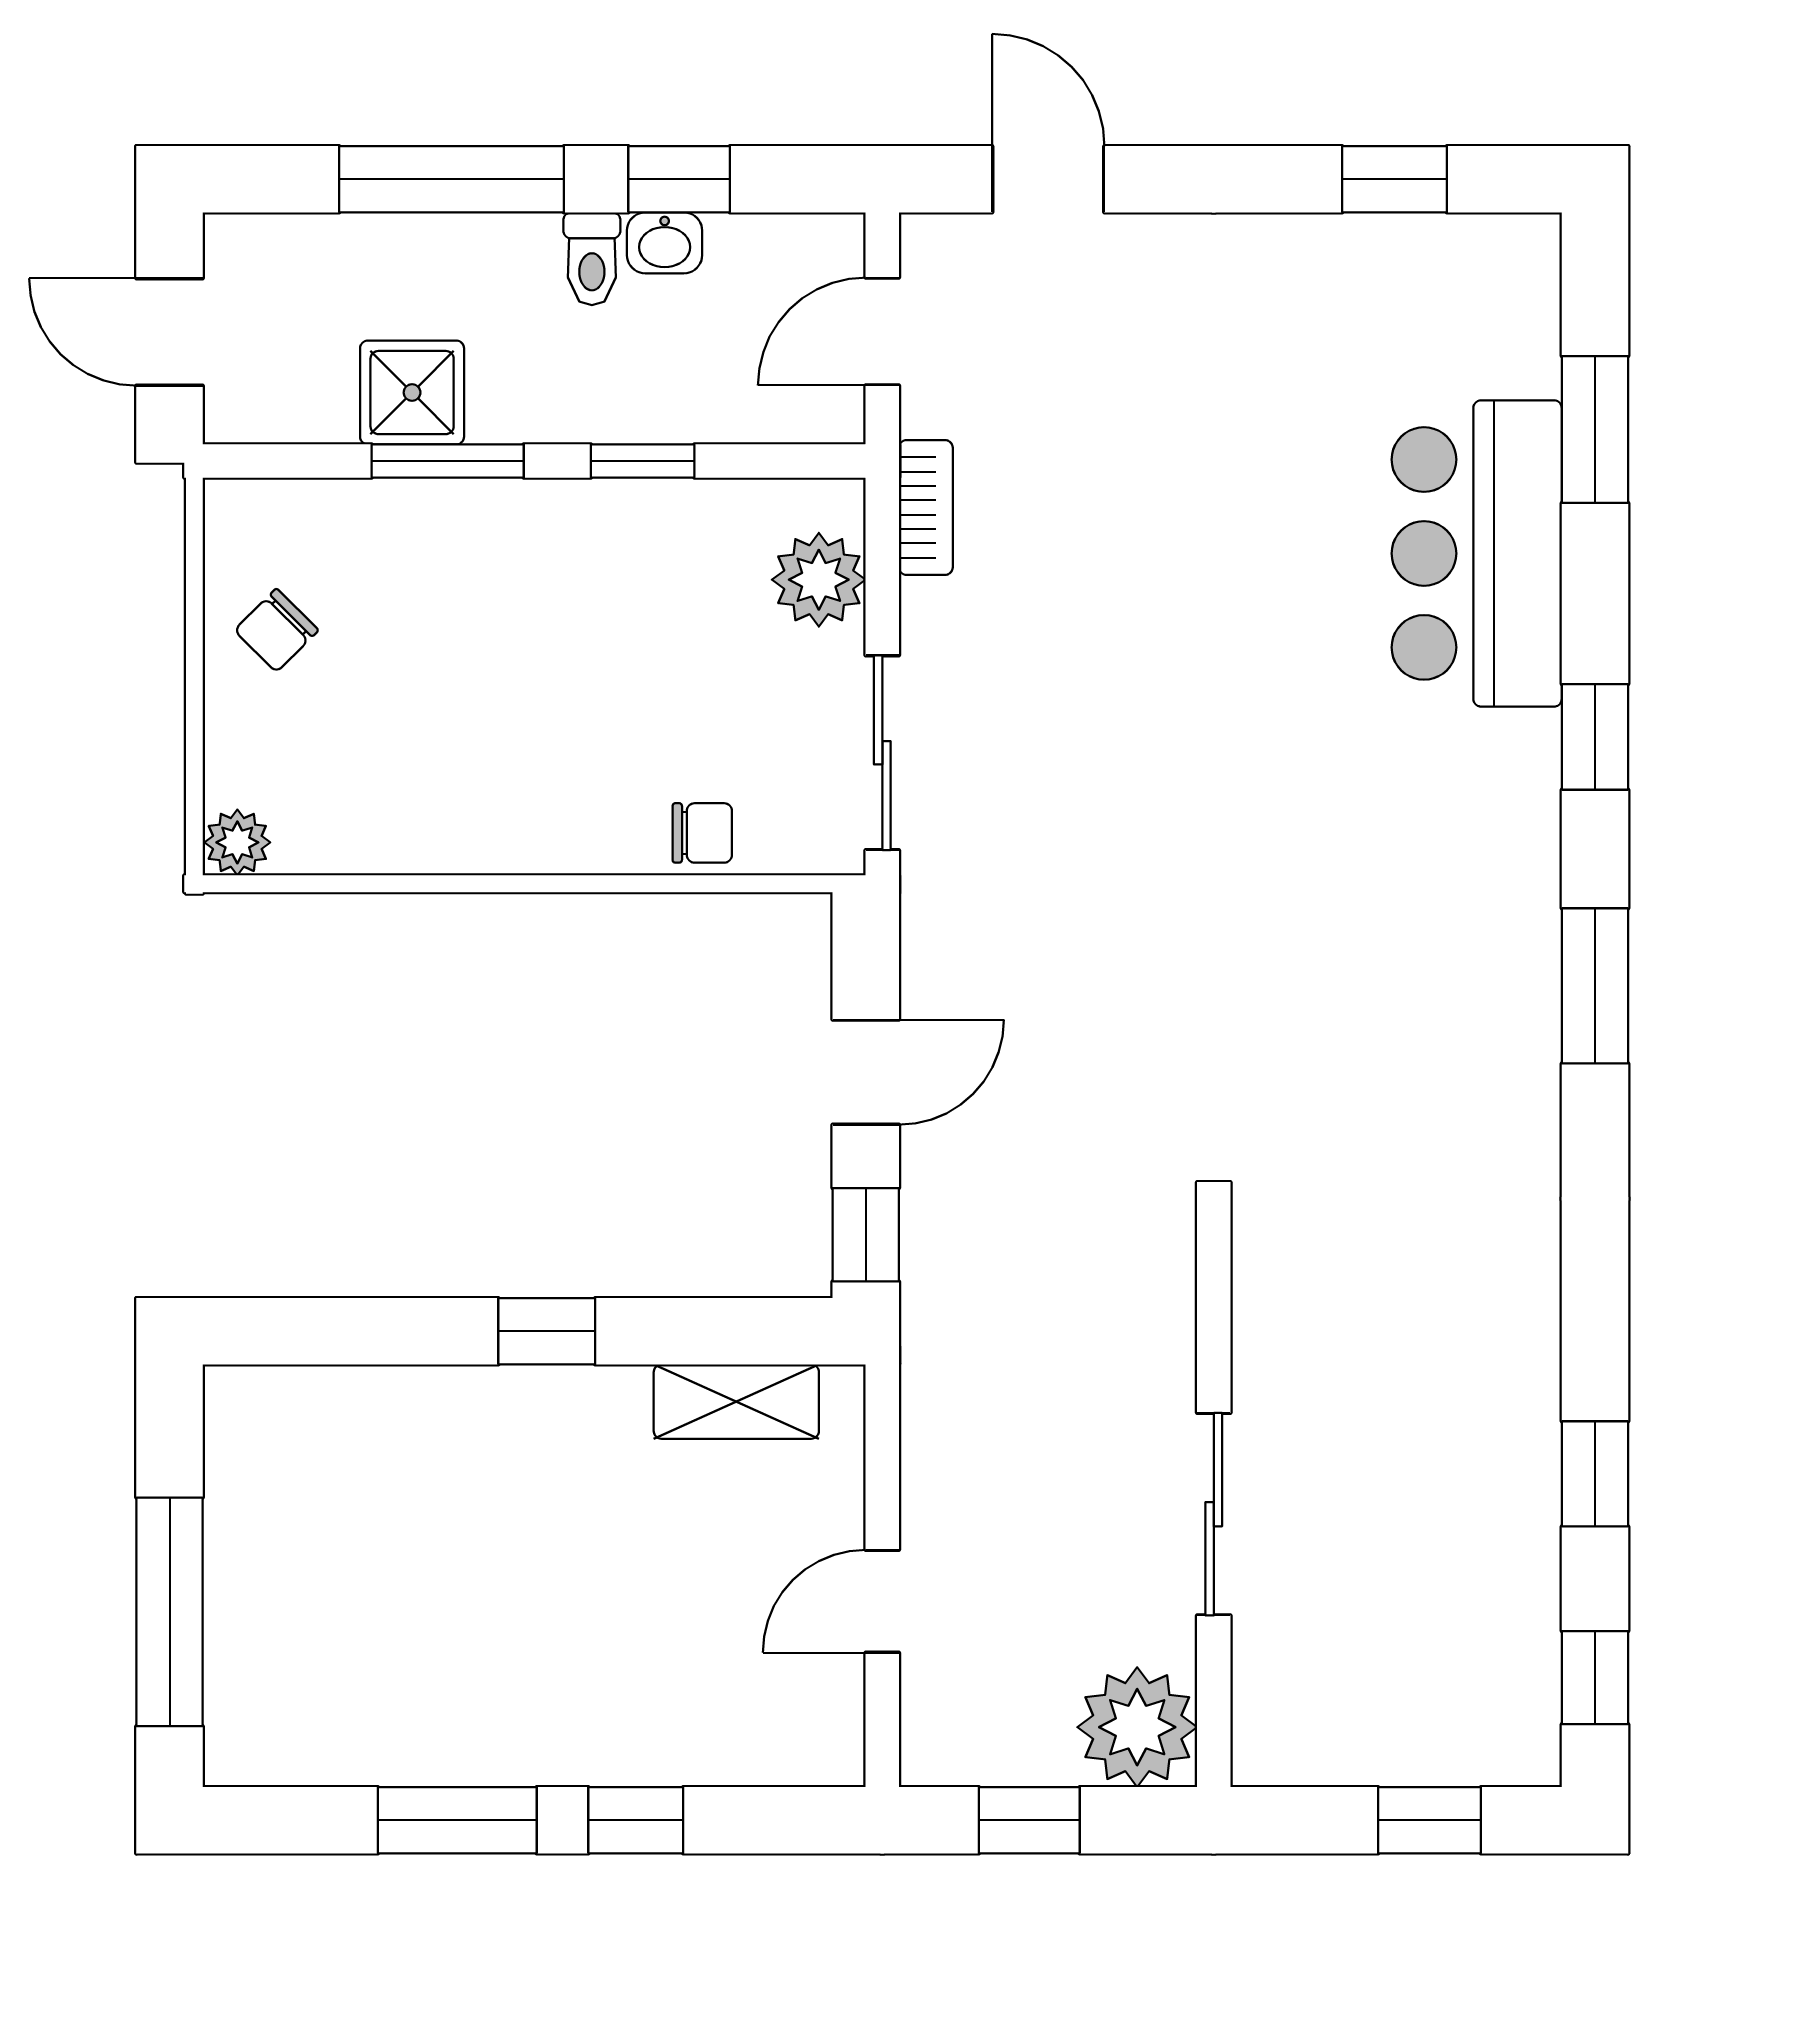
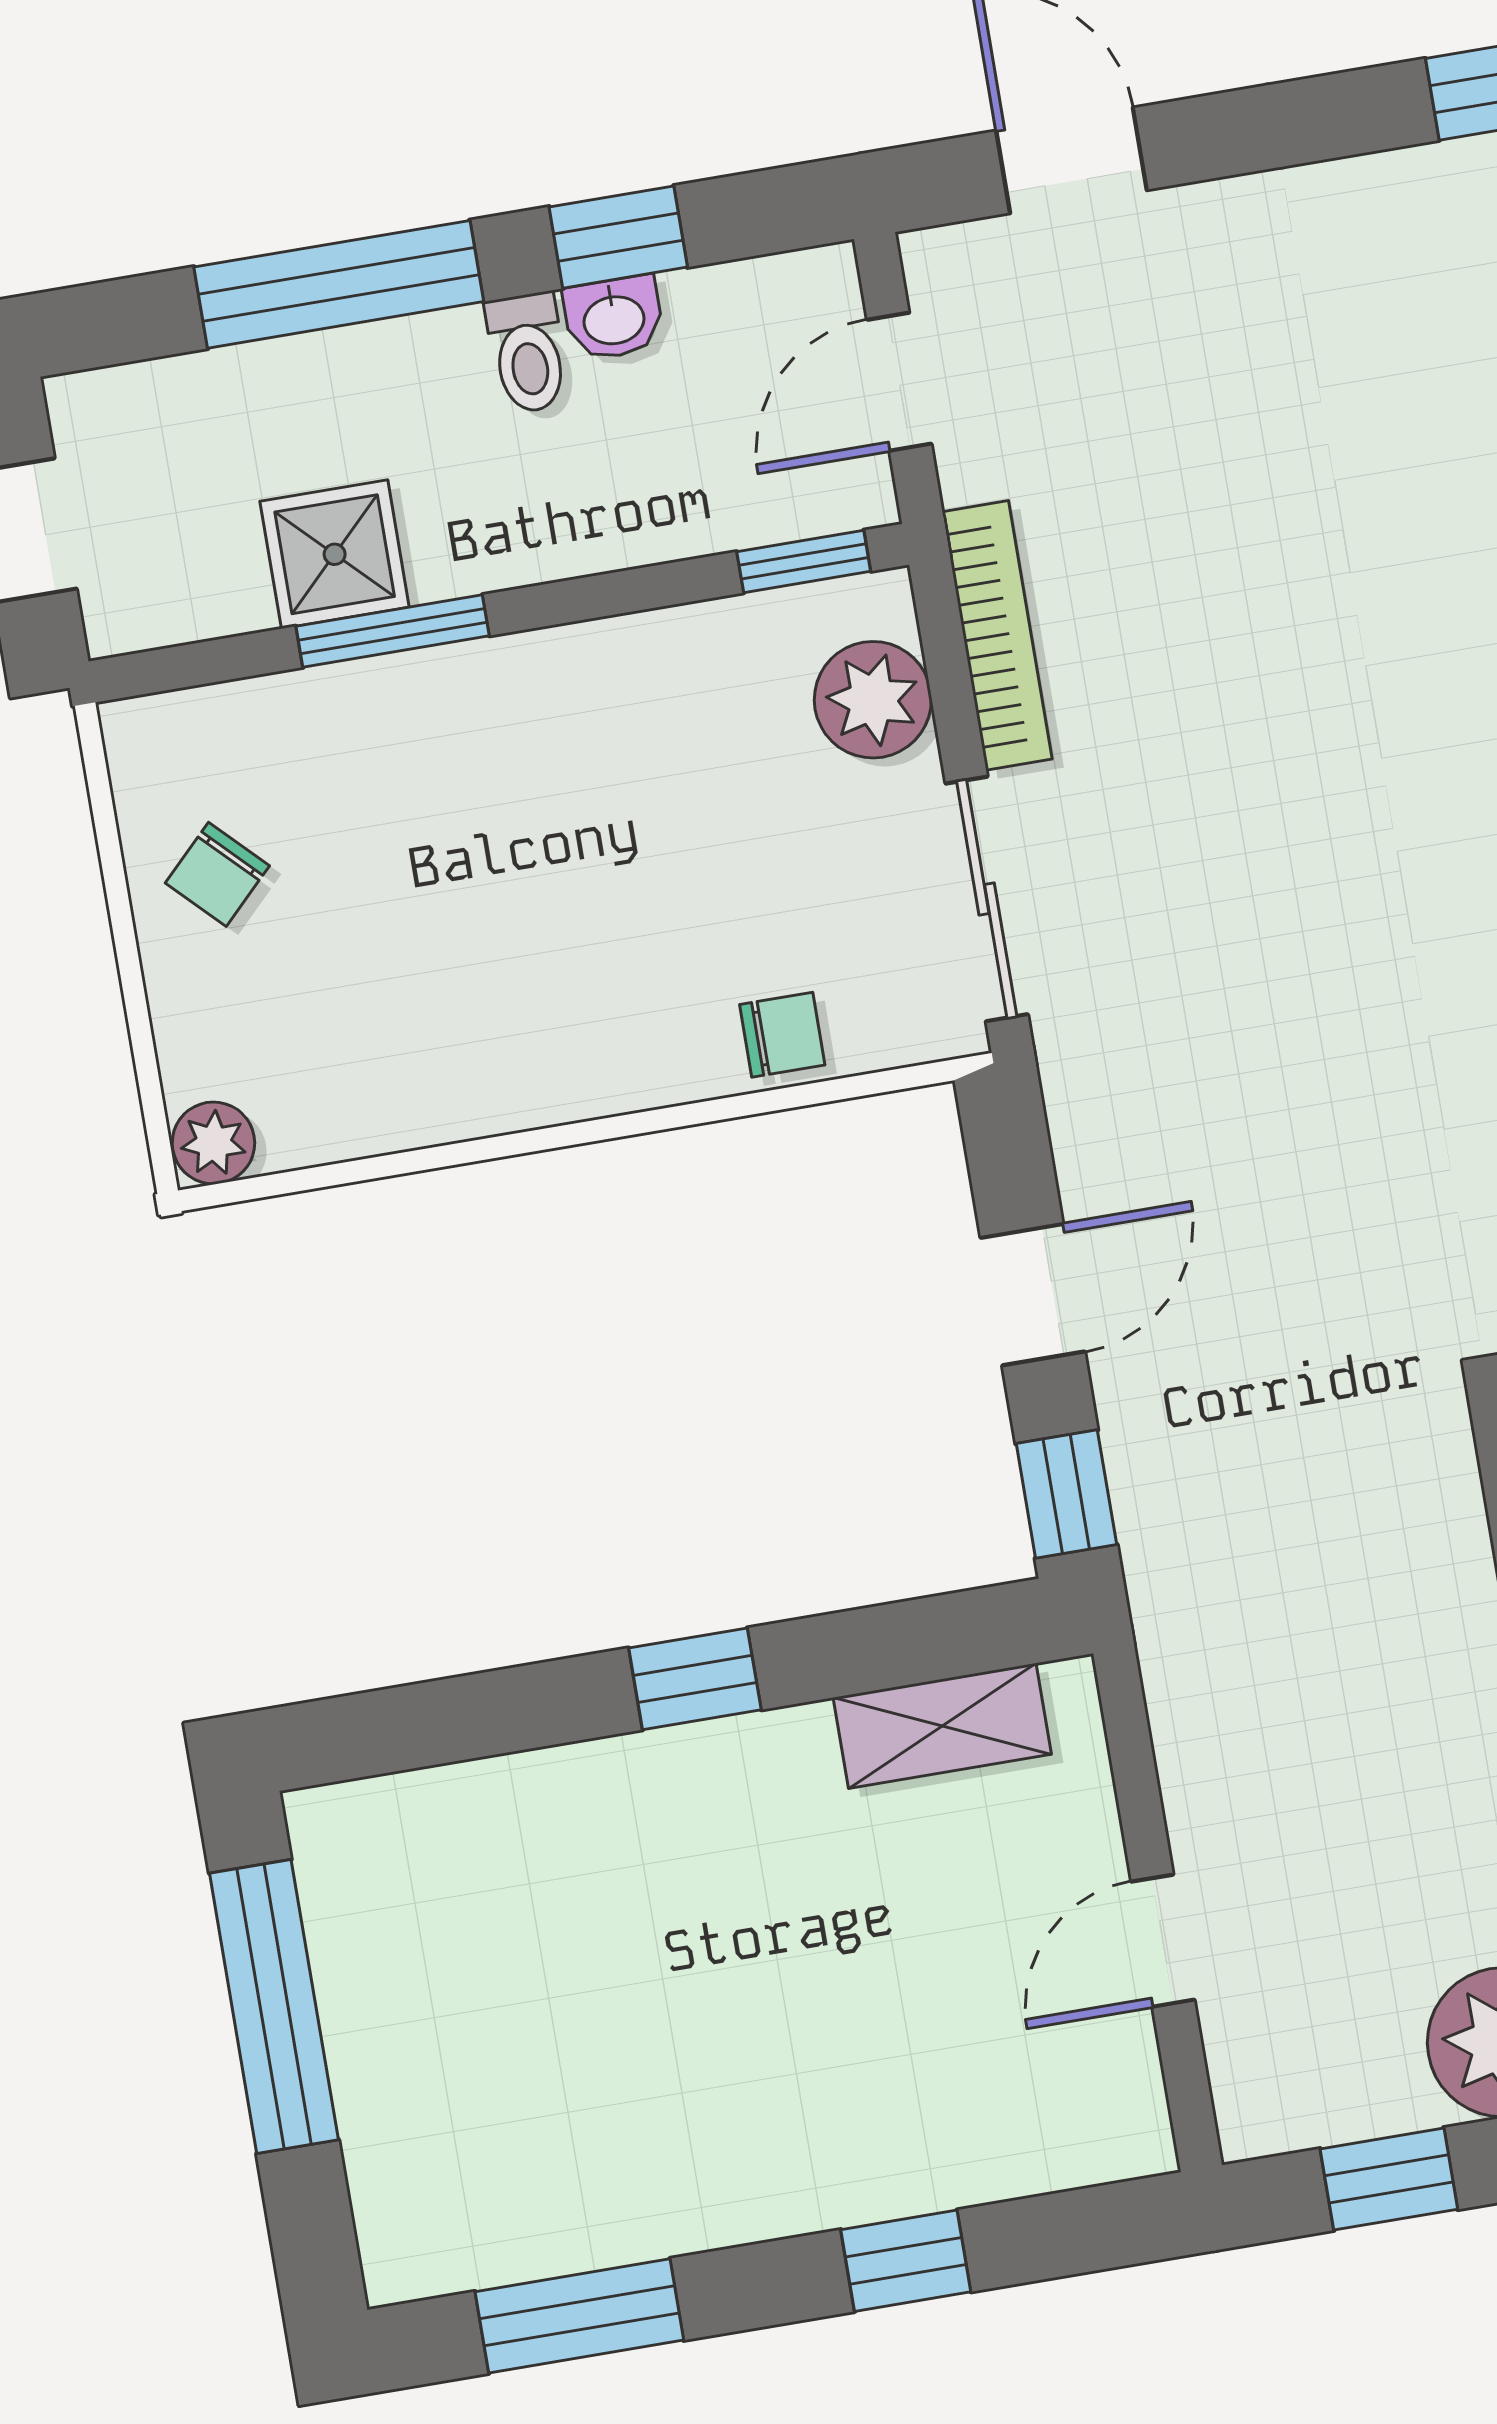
window: (643, 461) -> (804, 562), moved
bookcase: (926, 508) -> (997, 635), width x1.56
window: (170, 1612) -> (274, 2006), moved
window: (457, 1820) -> (579, 2316), moved

